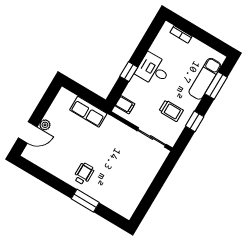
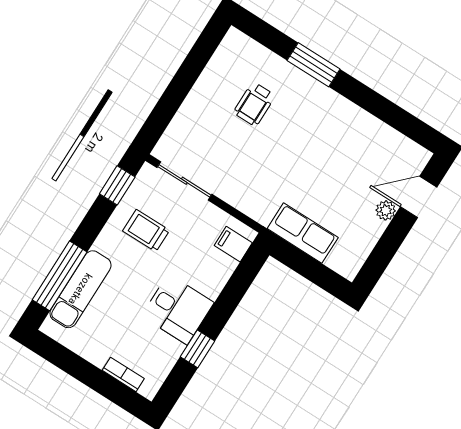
window: (129, 72) -> (197, 349), moved
window: (216, 85) -> (60, 276), width x1.44
window: (195, 121) -> (117, 185), moved
wheelchair: (84, 174) -> (254, 104), moved

